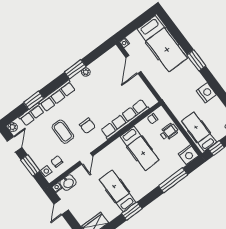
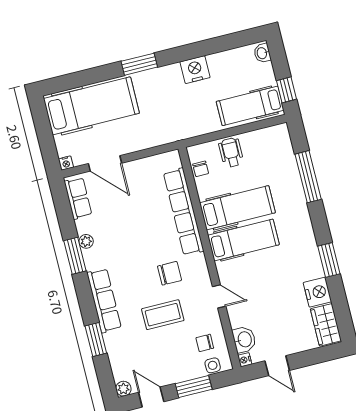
row of seats: (31, 115) -> (78, 198), moved
nightstand: (188, 155) -> (317, 292), moved
hospital bed: (118, 191) -> (243, 240), moved, turned 180

